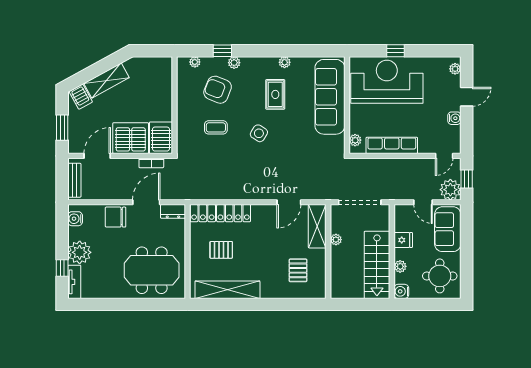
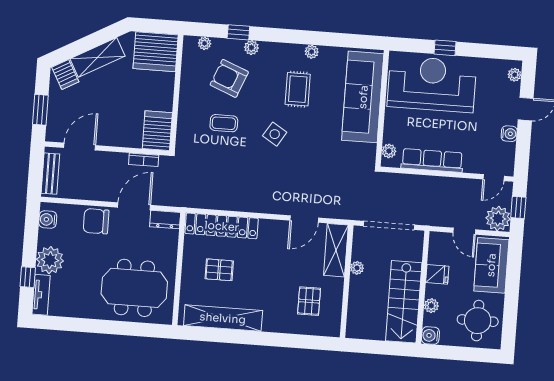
server rack: (131, 138) -> (156, 52), moved, turned 180

